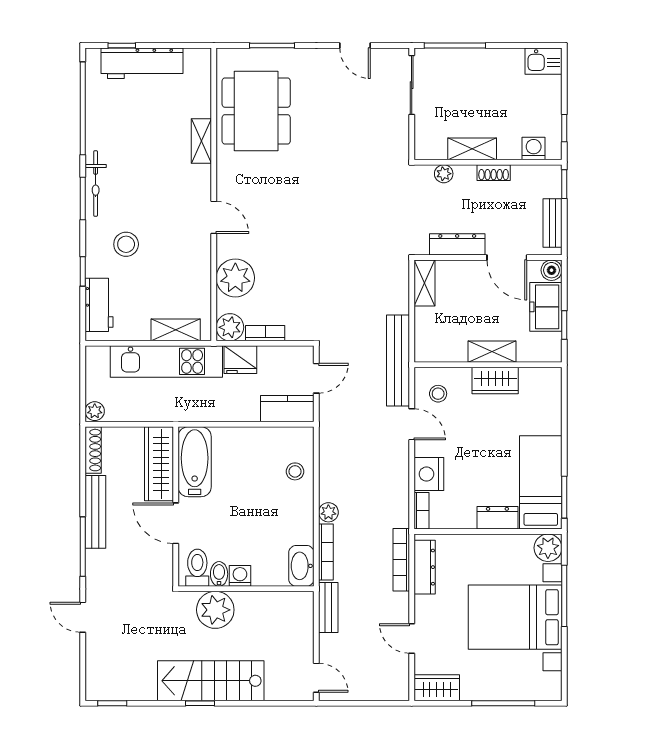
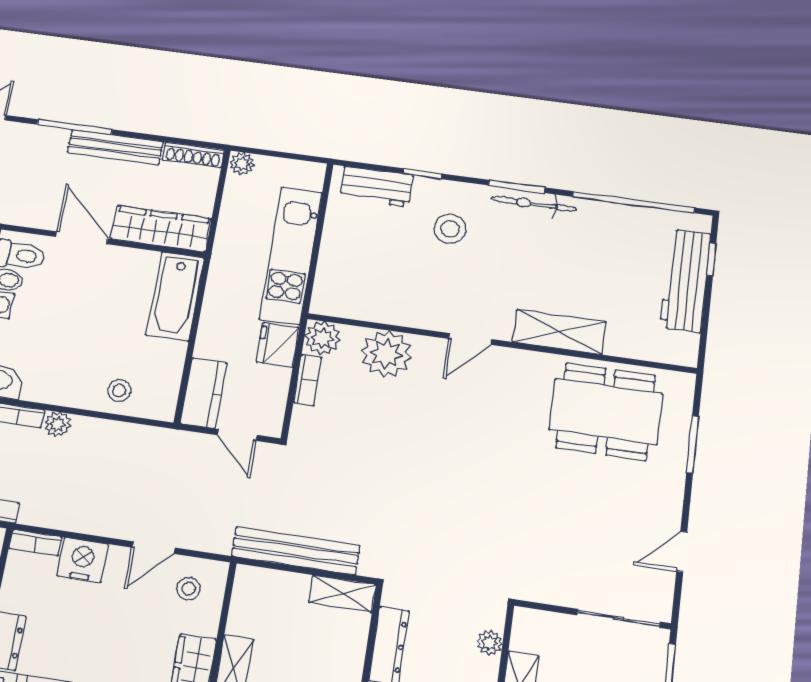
shelving: (201, 141) -> (559, 332), width x1.50, depth x1.33
shelving: (176, 330) -> (330, 272), removed
bench: (398, 361) -> (296, 551), moved
bathtub: (195, 462) -> (175, 296), moved, turned 90
door: (176, 523) -> (82, 238), hinge flipped

